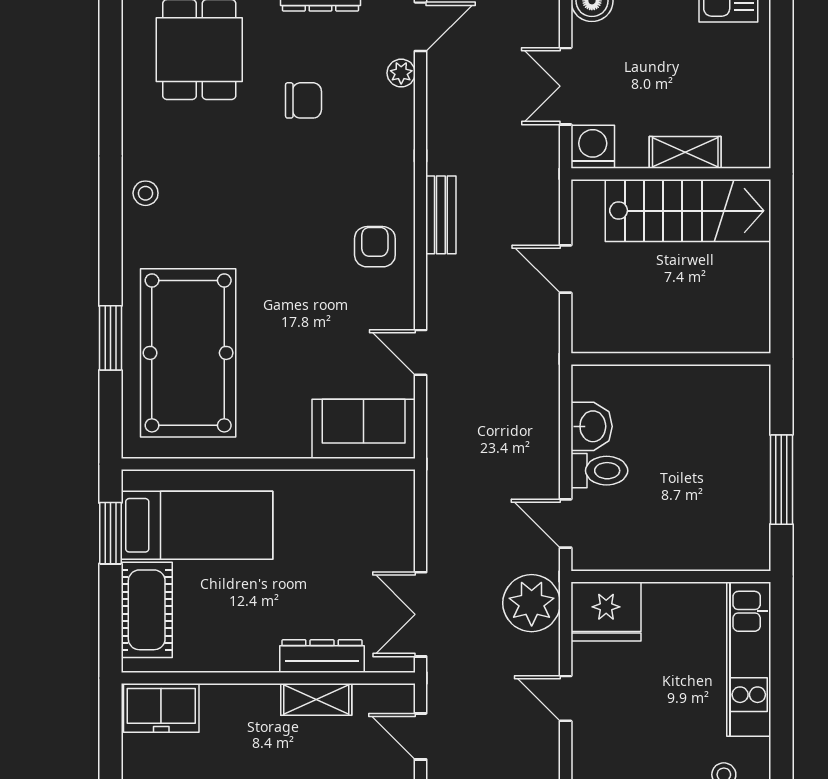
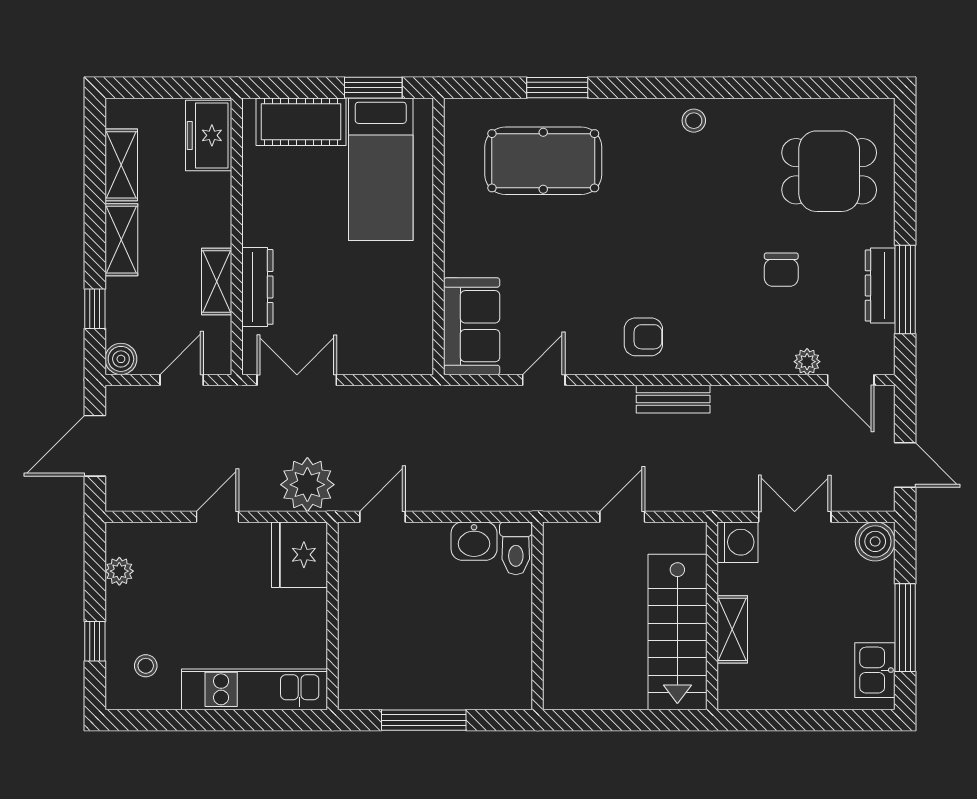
pool table: (188, 353) -> (543, 161), width x0.73, depth x0.76
toilet: (599, 471) -> (516, 548), moved

